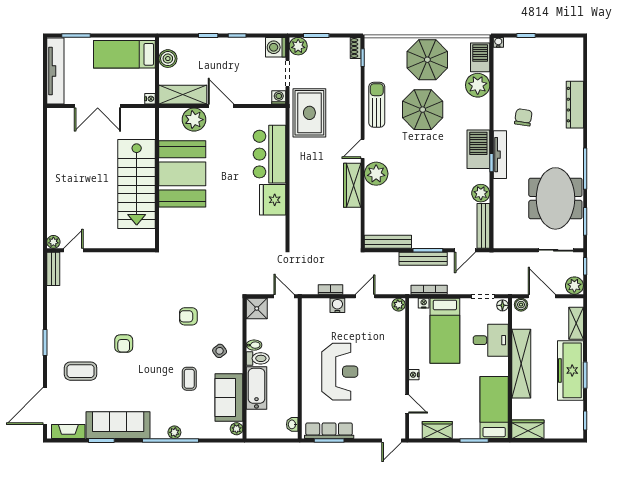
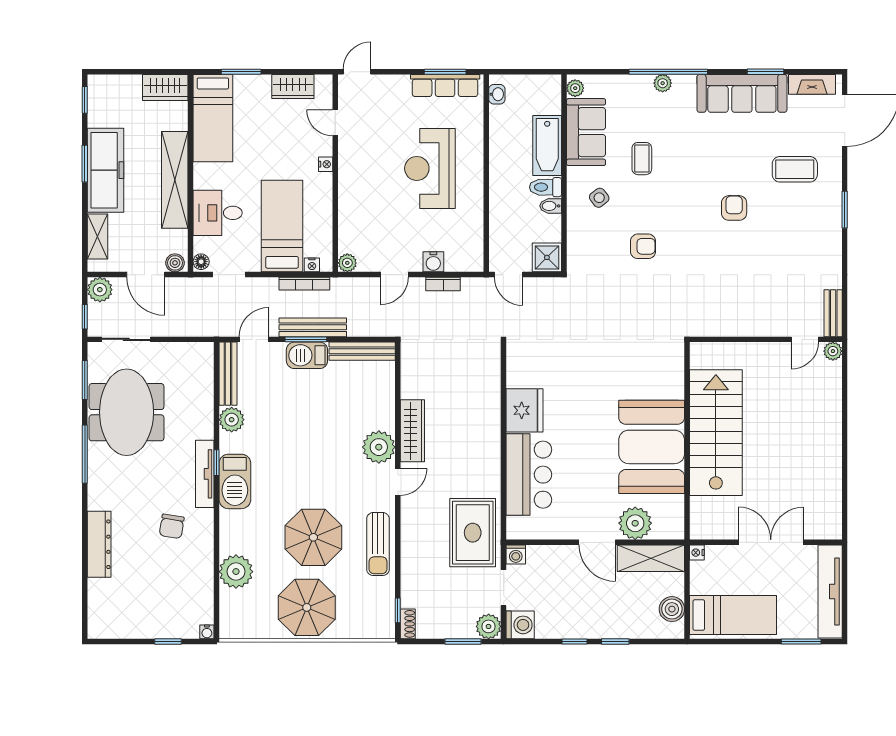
barbecue: (480, 57) -> (307, 355), moved, turned 90

